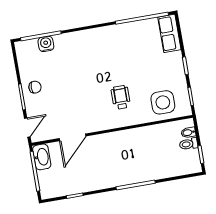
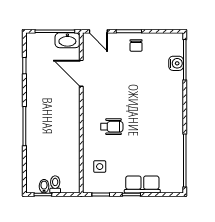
row of seats: (169, 33) -> (142, 184), moved
side table: (163, 102) -> (100, 167), width x0.54, depth x0.54
bidet: (188, 132) -> (44, 186), moved

